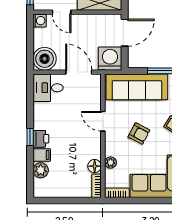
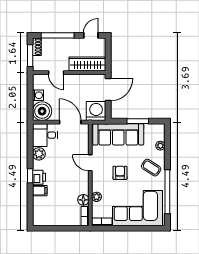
washing machine: (40, 21) -> (38, 95), moved
armchair: (139, 134) -> (120, 173), turned -118
plant: (41, 170) -> (39, 154), moved

